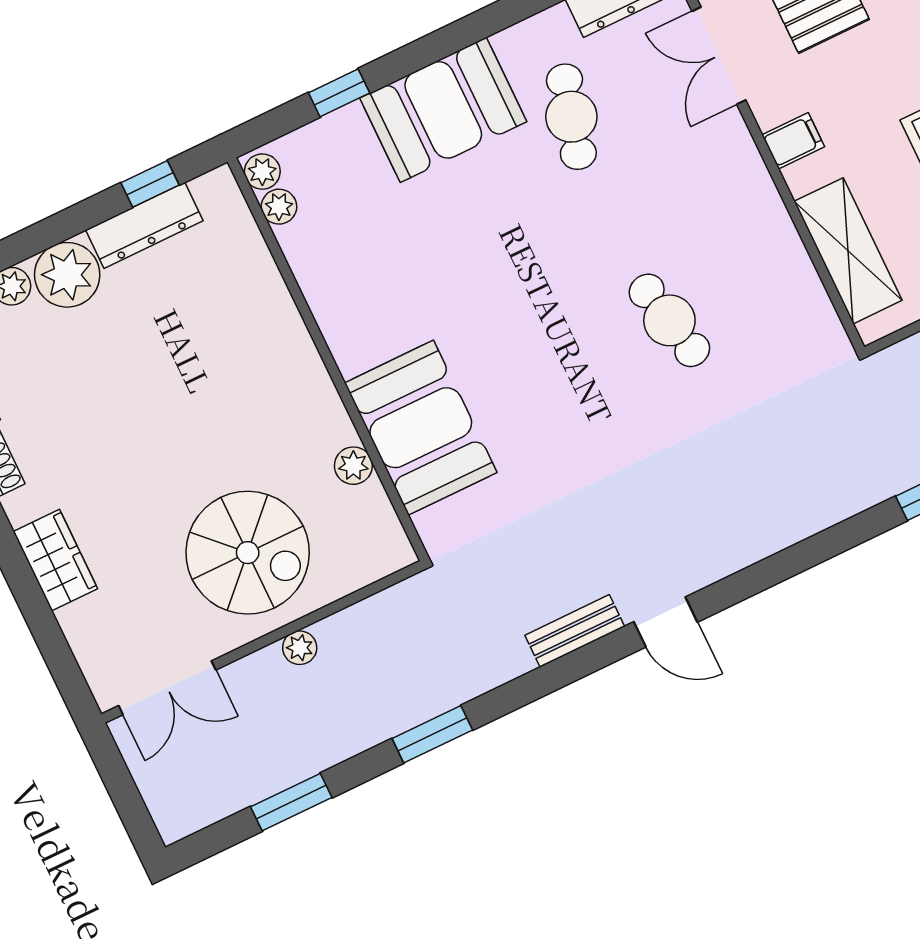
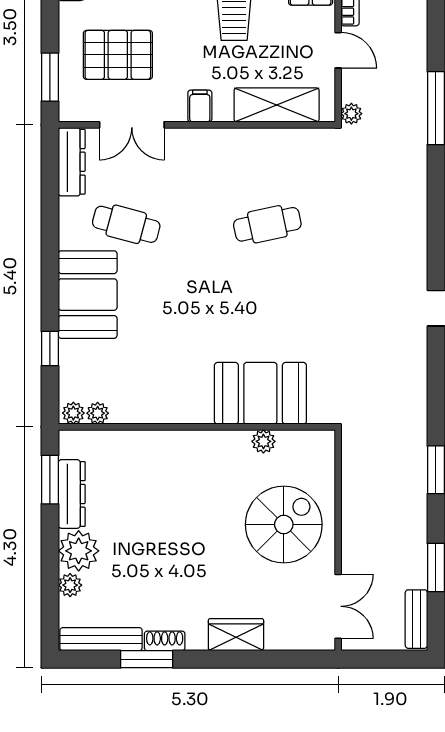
window: (150, 184) -> (50, 480), width x1.50
bench: (575, 631) -> (416, 619), moved
plant: (300, 648) -> (351, 114), moved

